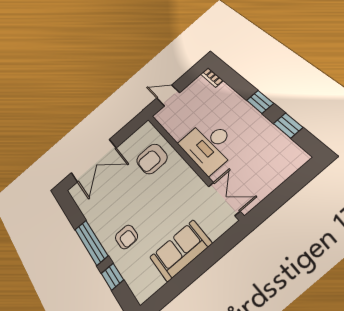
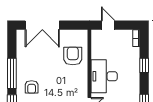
window: (260, 102) -> (144, 65), moved
armchair: (152, 159) -> (73, 56), turned 90

